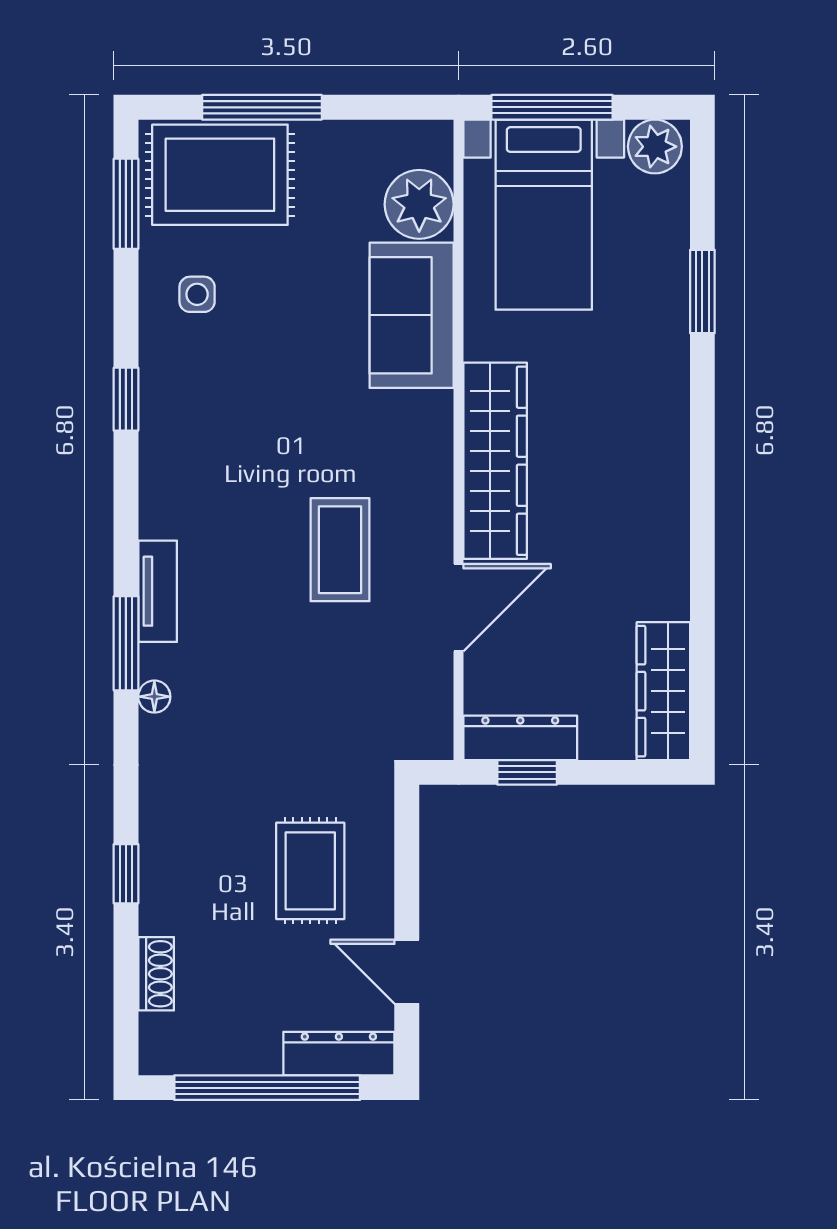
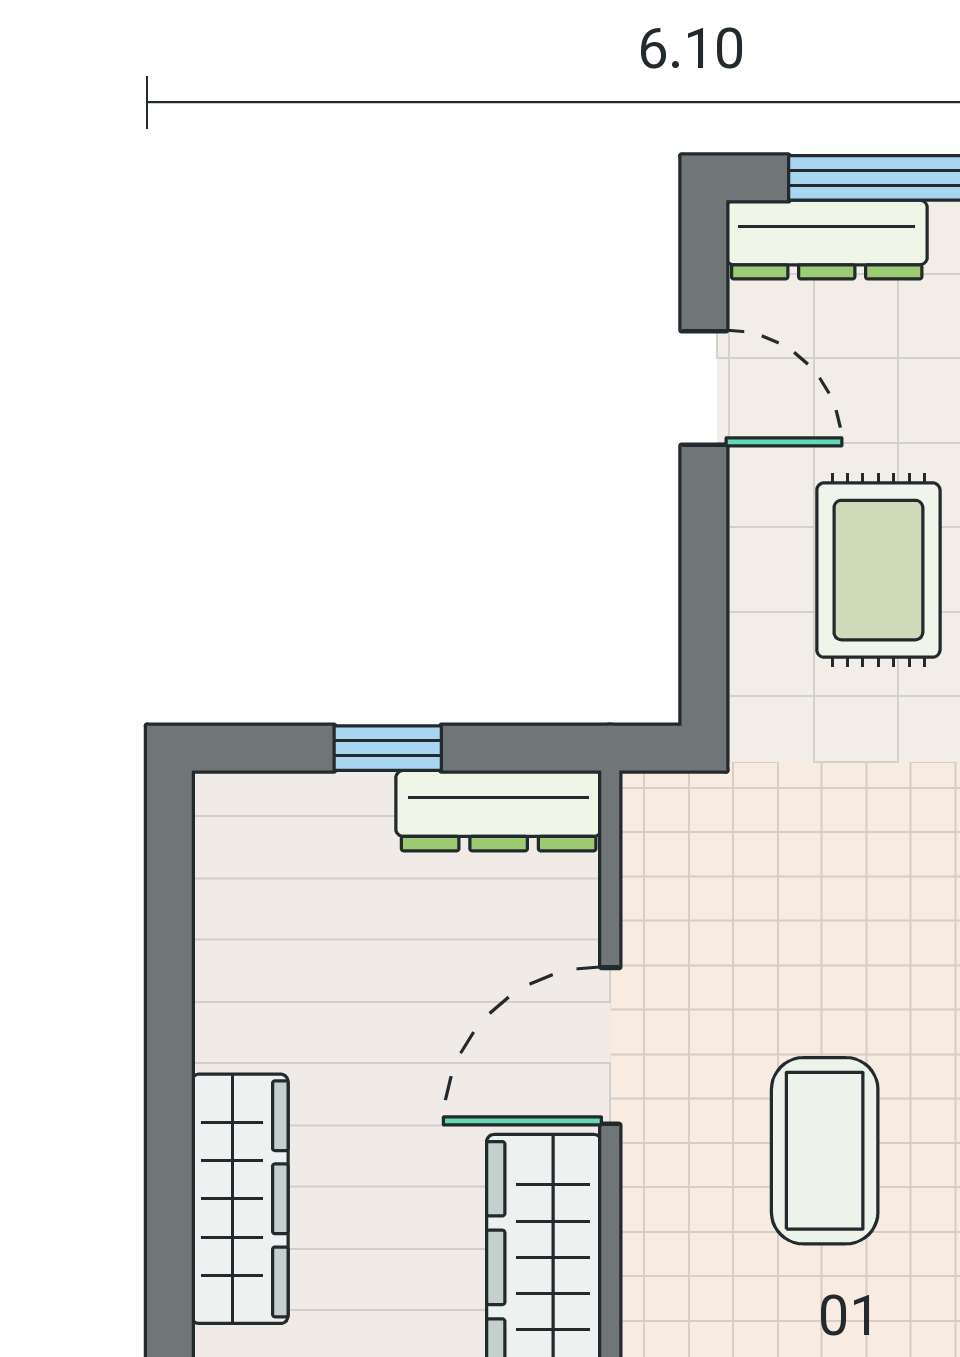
wardrobe: (663, 691) -> (240, 1199), moved
window: (527, 772) -> (388, 748), moved

